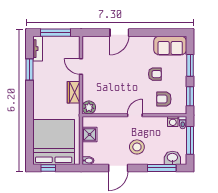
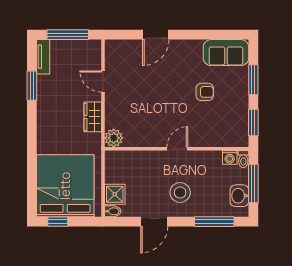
armchair: (164, 99) -> (217, 126), removed
shower: (90, 135) -> (115, 194), moved
washbasin: (172, 158) -> (239, 196), moved, turned -90

